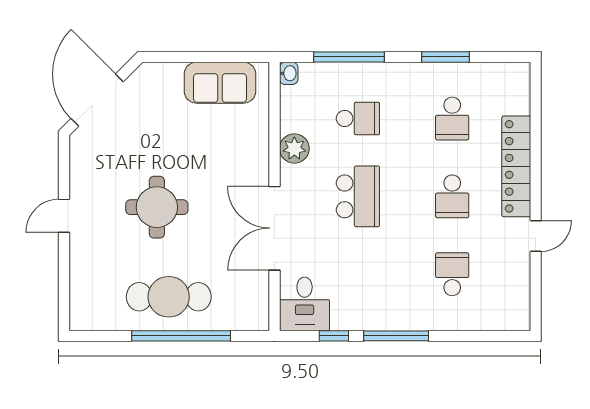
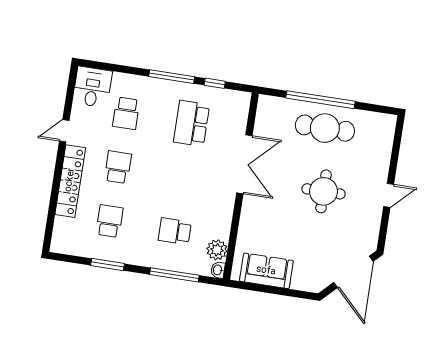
plant: (294, 149) -> (217, 250), moved
school desk: (358, 196) -> (191, 123), moved
desk: (305, 304) -> (92, 87), moved

